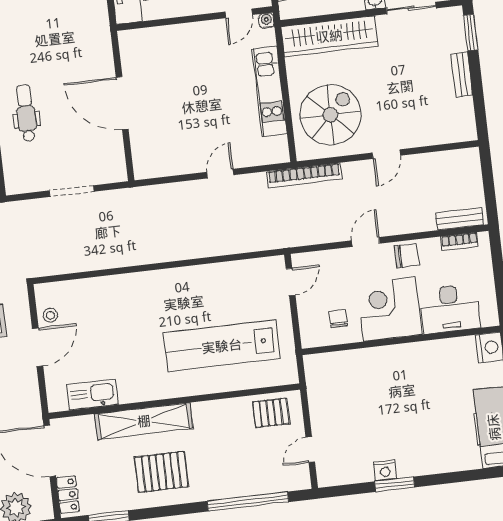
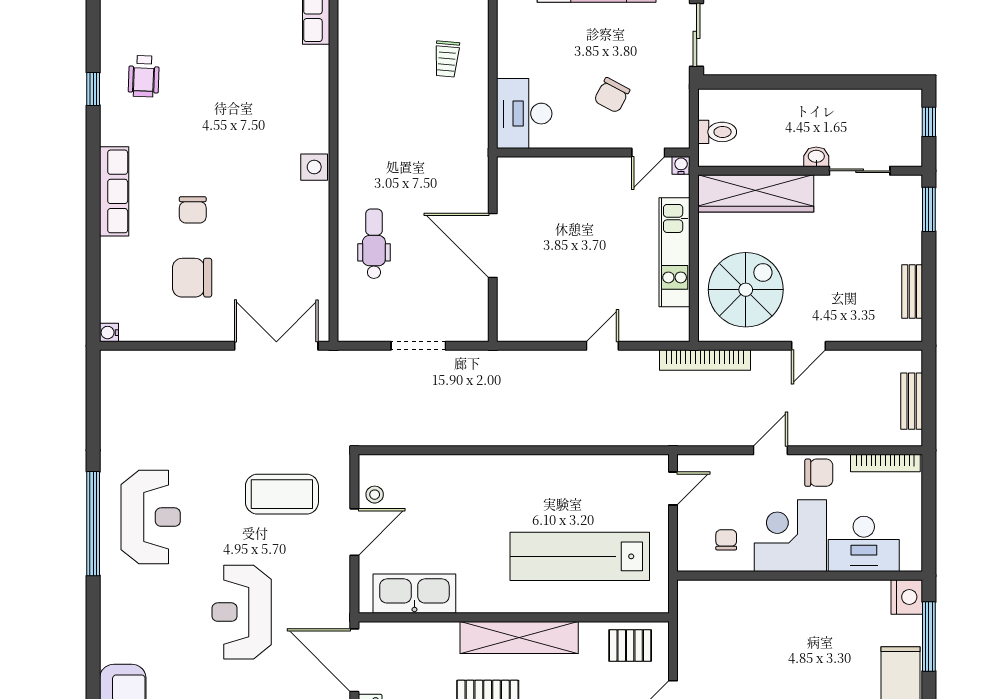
bench: (462, 75) -> (912, 291), moved
bench: (460, 219) -> (912, 401), moved, turned 90
bookcase: (460, 241) -> (885, 463), width x1.56
kitchen sink: (92, 395) -> (414, 594), width x1.36, depth x1.24
shelving: (144, 421) -> (519, 637), moved

